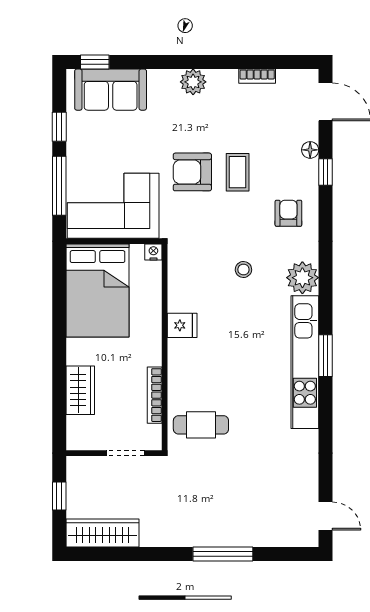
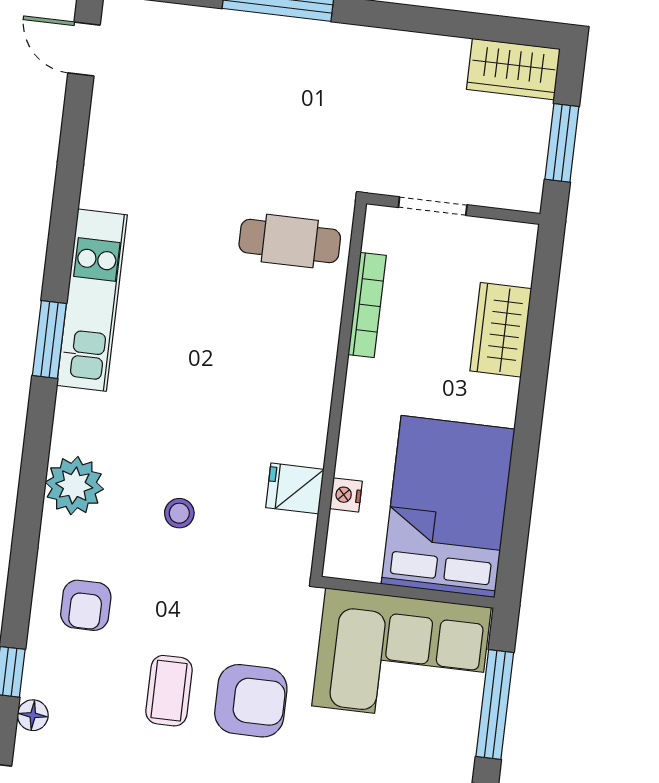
nightstand: (153, 252) -> (346, 495), moved, turned 90
fridge: (182, 325) -> (295, 488), moved
kitchen unit: (305, 362) -> (92, 300), width x0.73
window: (59, 496) -> (562, 143), width x1.50
wardrobe: (103, 533) -> (513, 69), width x0.67

